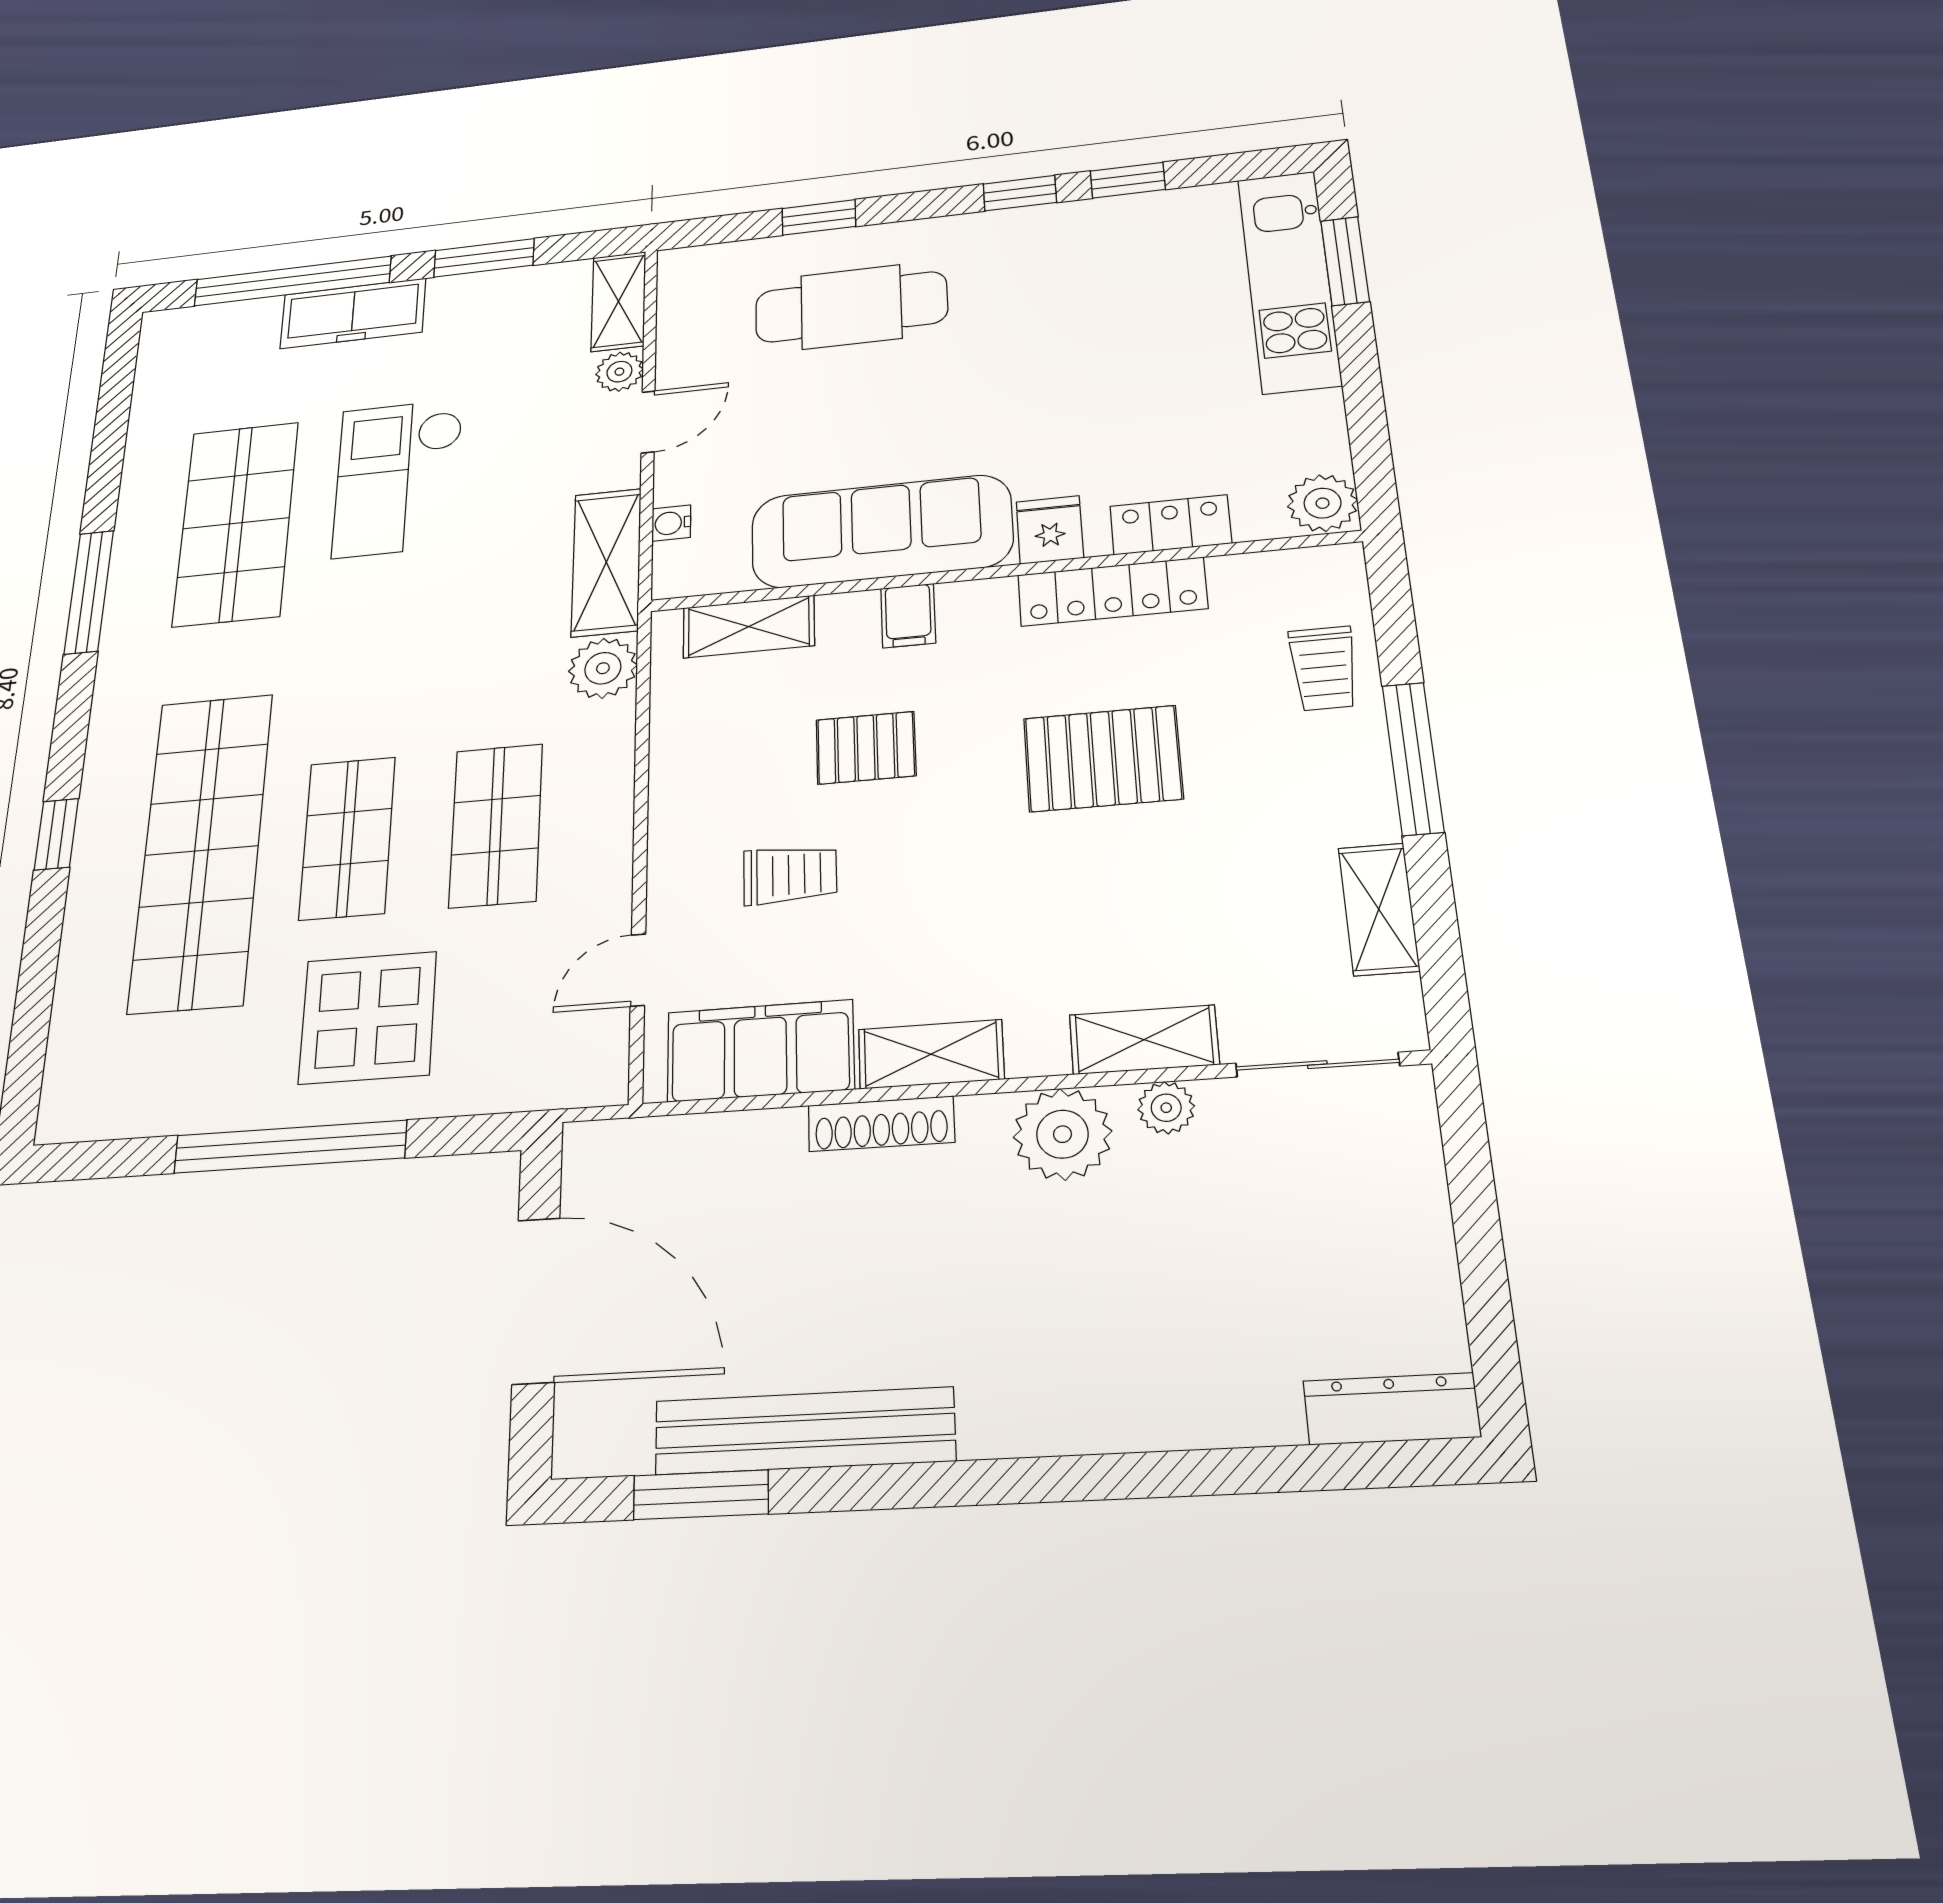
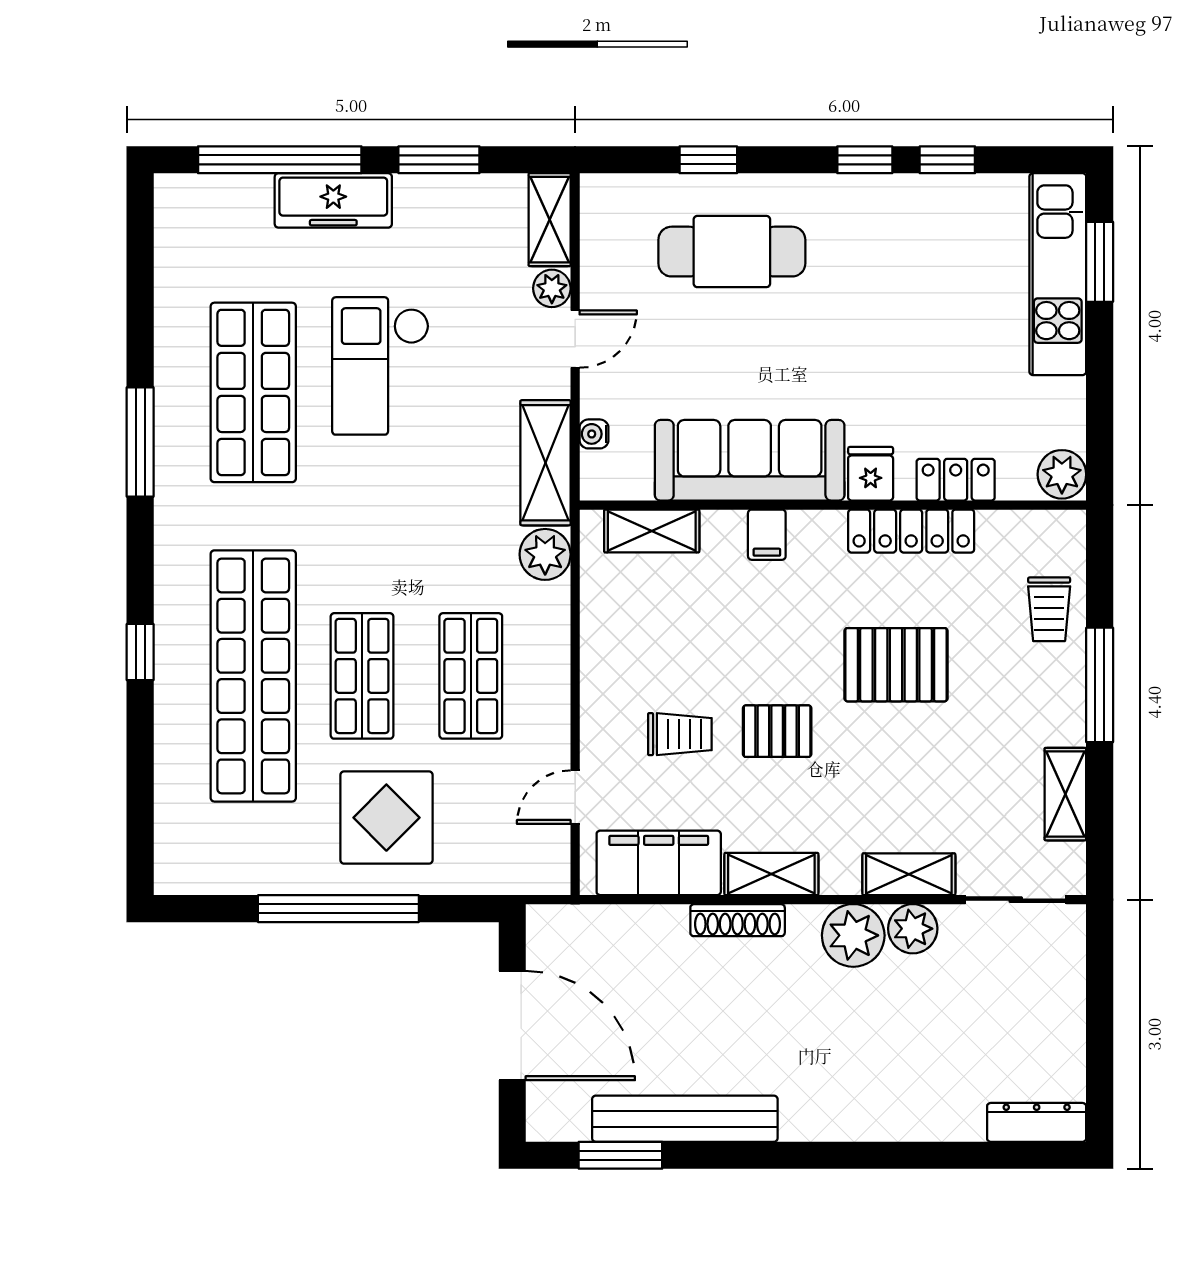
pallet: (866, 748) -> (777, 731), moved
plant: (1166, 1108) -> (913, 929), width x1.38, depth x1.38

